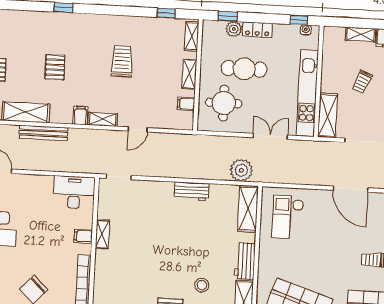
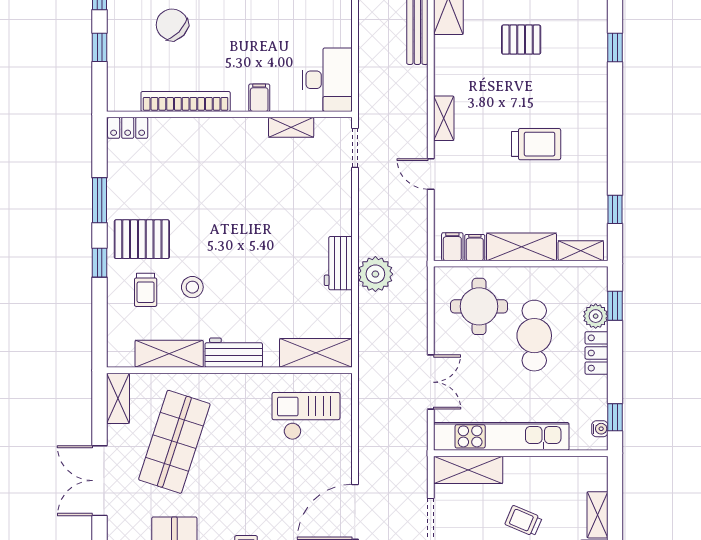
shelving: (189, 74) -> (521, 247), width x1.50, depth x1.33
filing cabinet: (80, 116) -> (452, 247), moved, turned -90
plant: (241, 170) -> (375, 274), moved
shelving: (102, 234) -> (291, 127), moved

